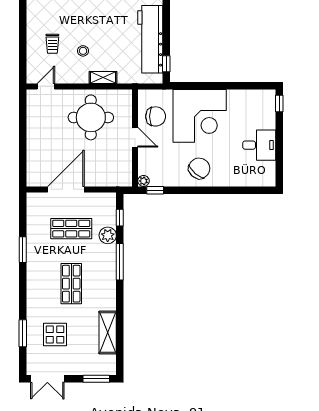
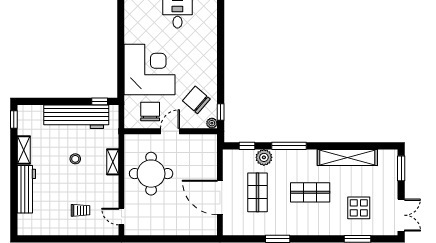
stool: (83, 51) -> (75, 159), moved
chair: (199, 168) -> (196, 100), moved
shelving: (108, 333) -> (347, 157), width x1.47

